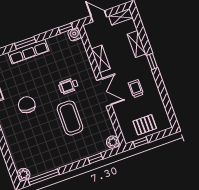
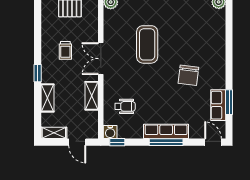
window: (25, 43) -> (166, 142), width x1.44
wheelchair: (68, 86) -> (125, 106), moved

